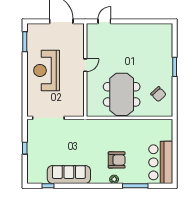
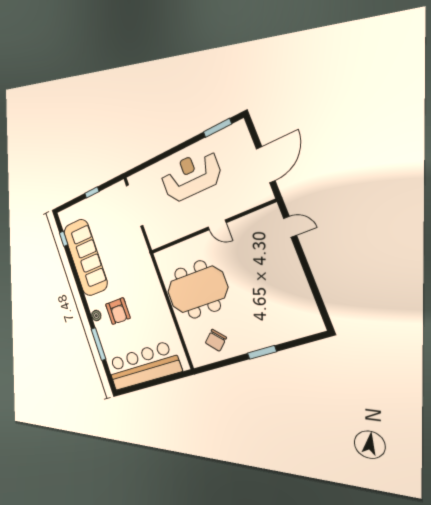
bar counter: (161, 162) -> (143, 366), width x1.36
sofa: (69, 175) -> (85, 257), width x1.36, depth x1.27

